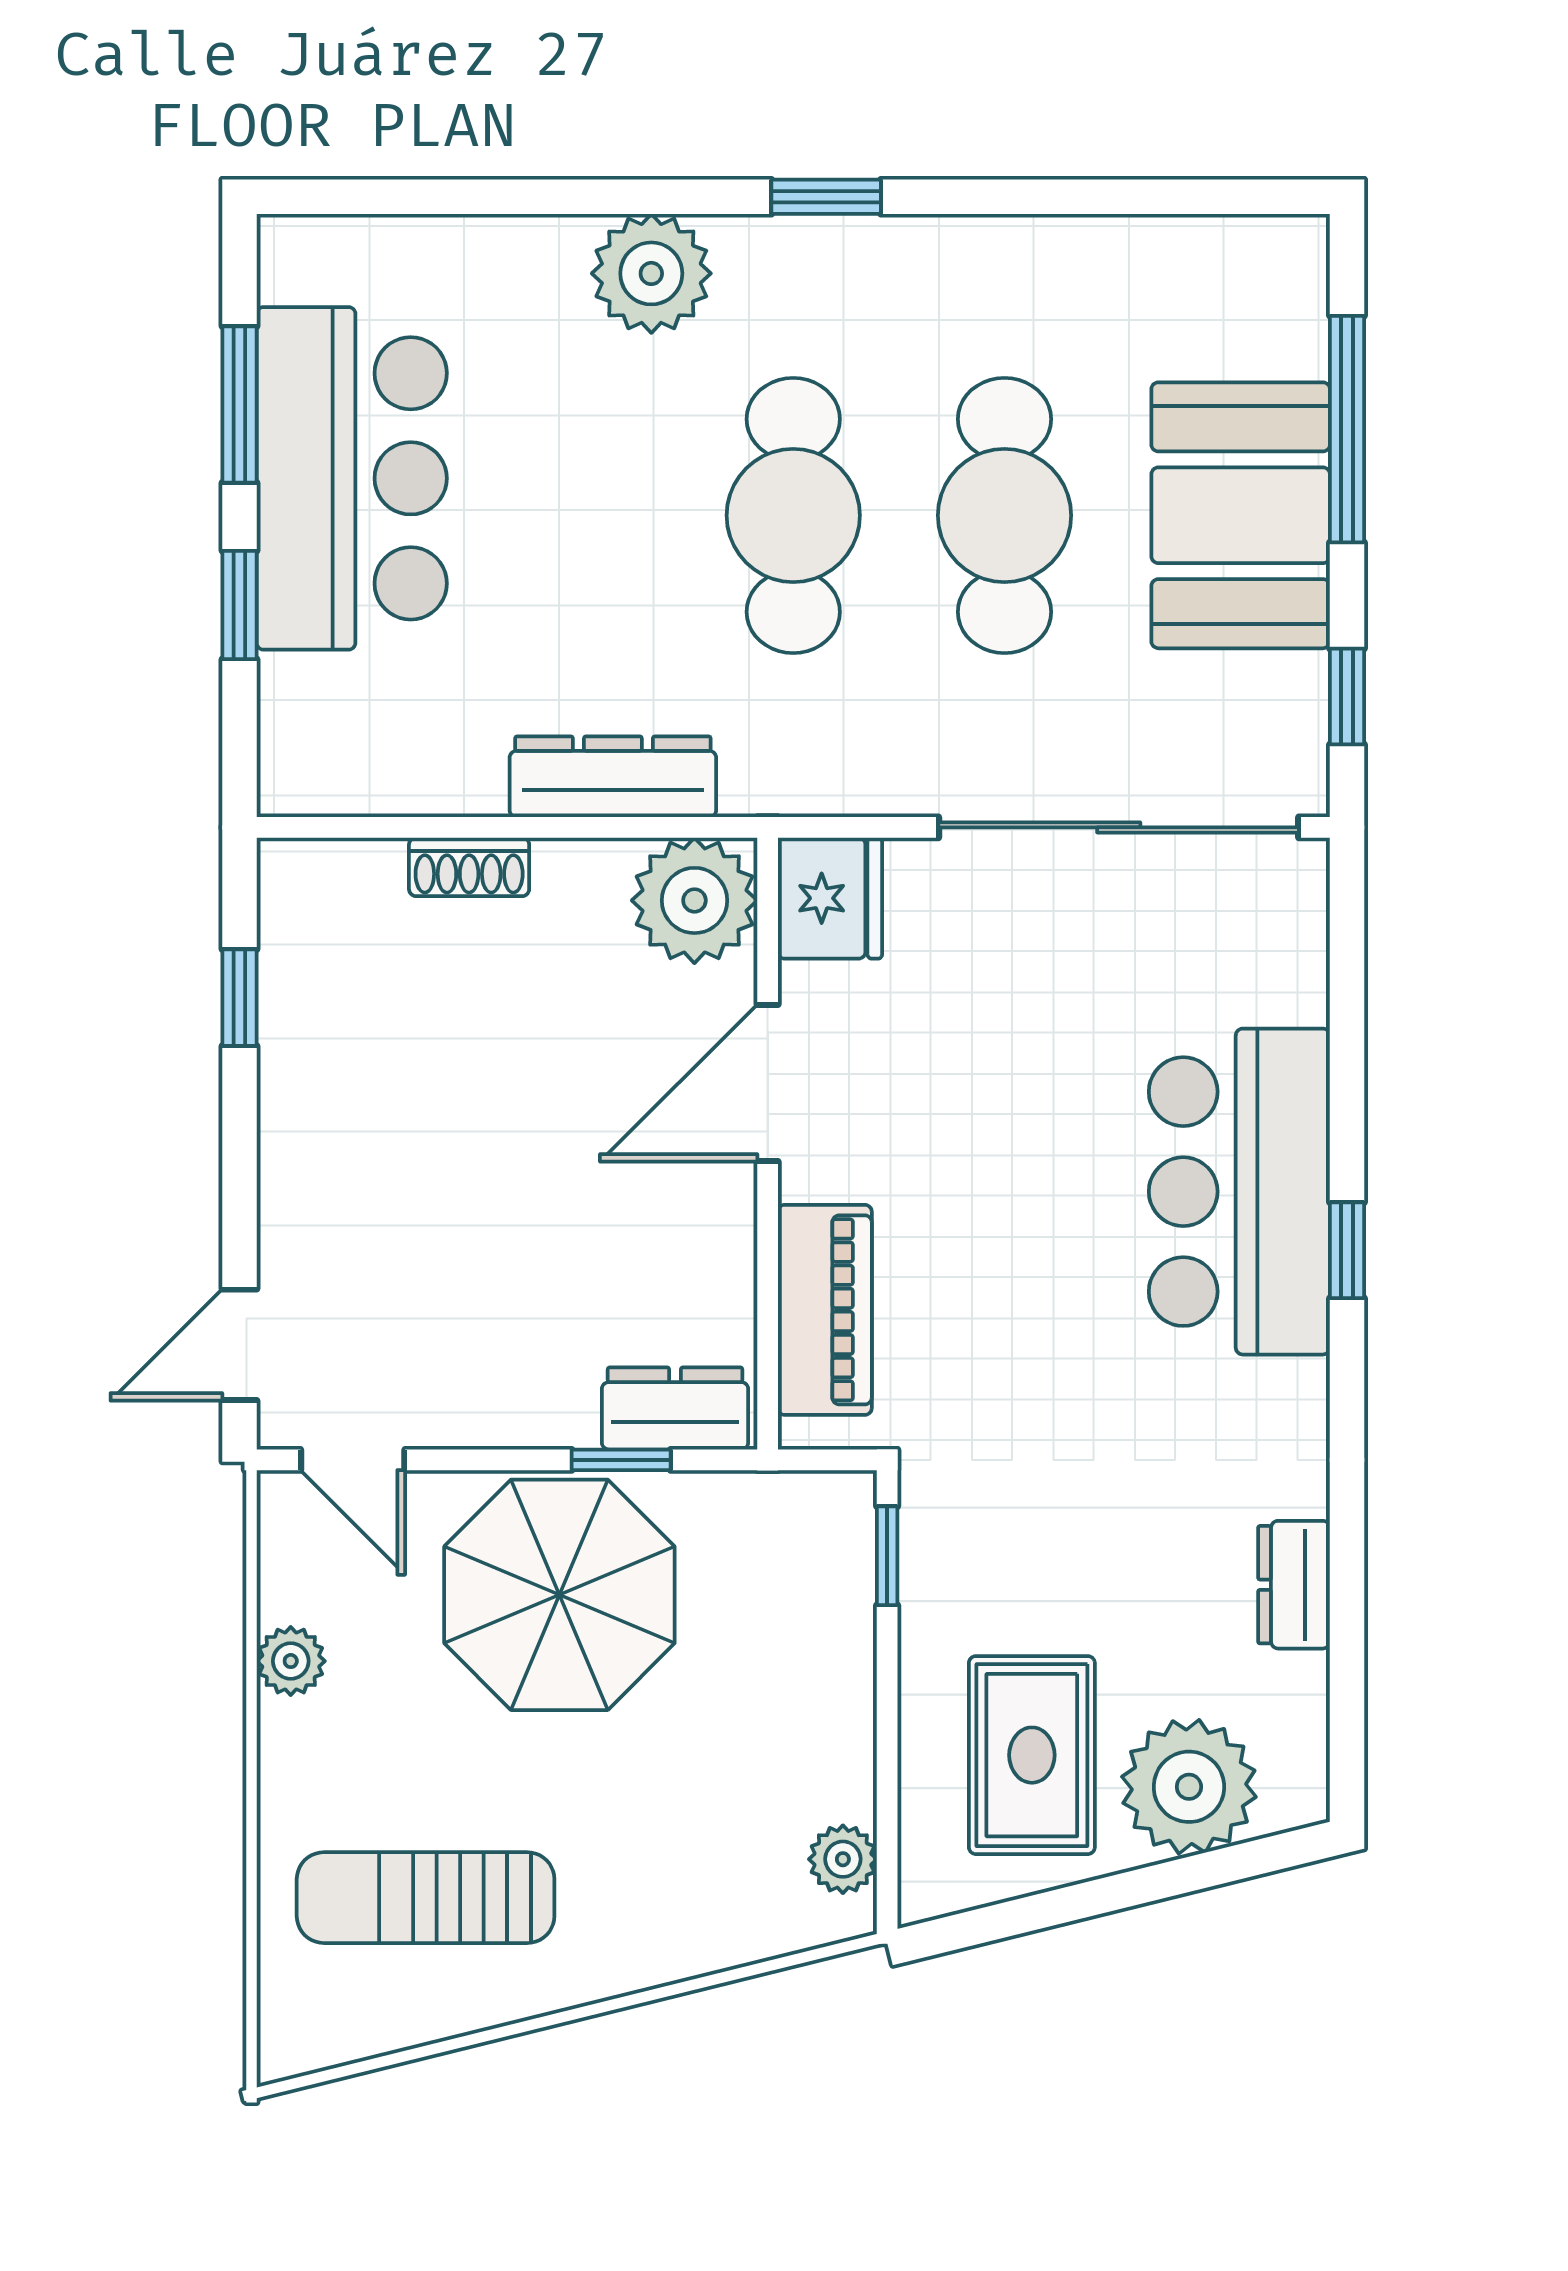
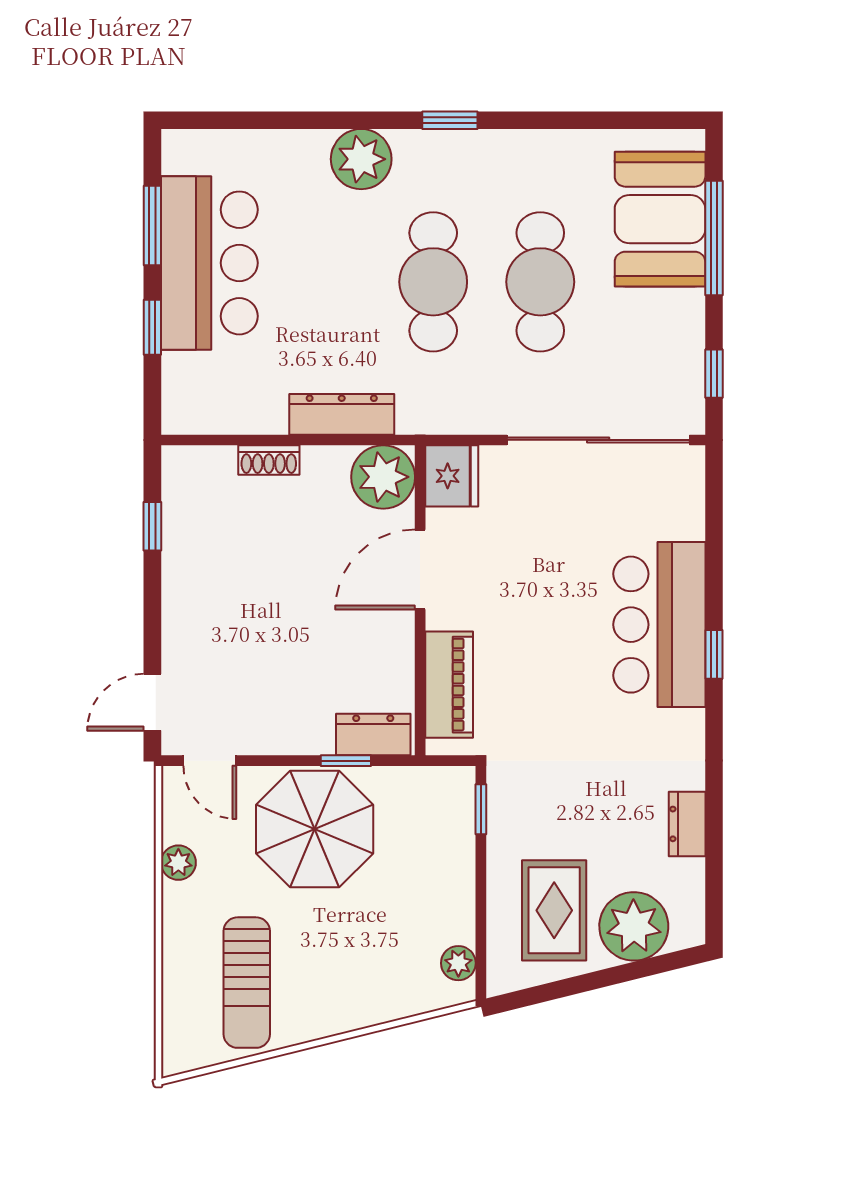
booth: (1241, 515) -> (660, 219), moved
sun lounger: (426, 1898) -> (247, 983), turned -90

